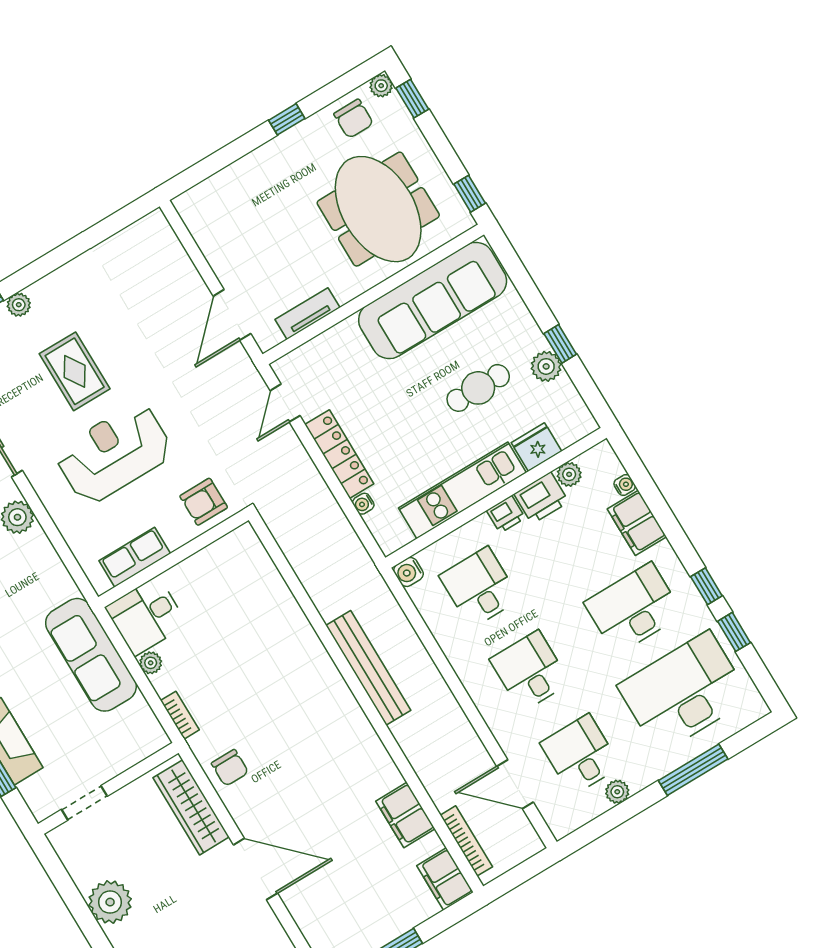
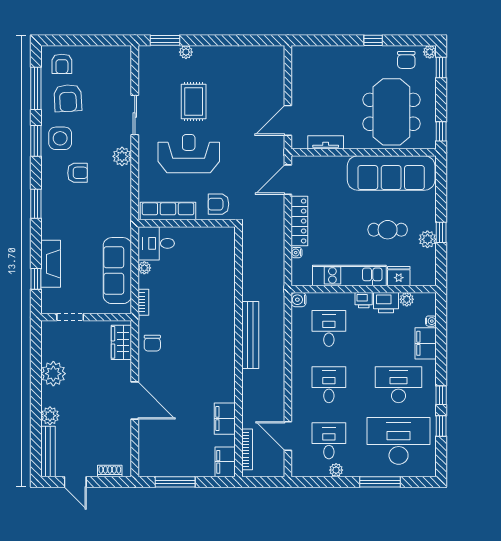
door: (285, 403) -> (288, 180), width x1.38
row of seats: (135, 557) -> (168, 211), width x1.48
sofa: (91, 655) -> (117, 271), moved
wardrobe: (191, 807) -> (121, 342), width x0.67

